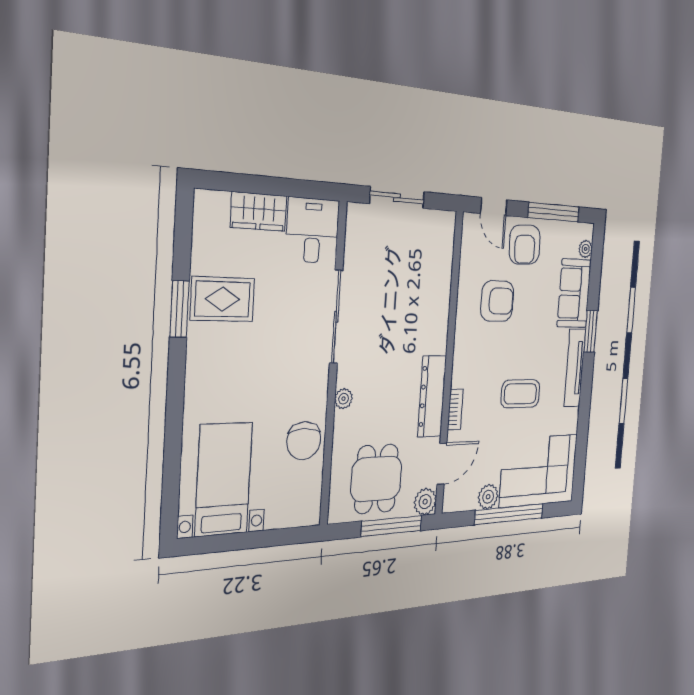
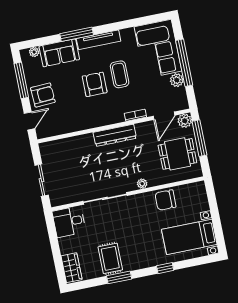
wardrobe: (259, 212) -> (72, 268), moved
armchair: (497, 301) -> (95, 84), moved
window: (591, 331) -> (77, 34), width x1.44
dresser: (432, 396) -> (115, 135), moved
window: (174, 416) -> (165, 268), added
chair: (304, 441) -> (165, 200), turned 180
door: (442, 464) -> (164, 116), swing flipped

